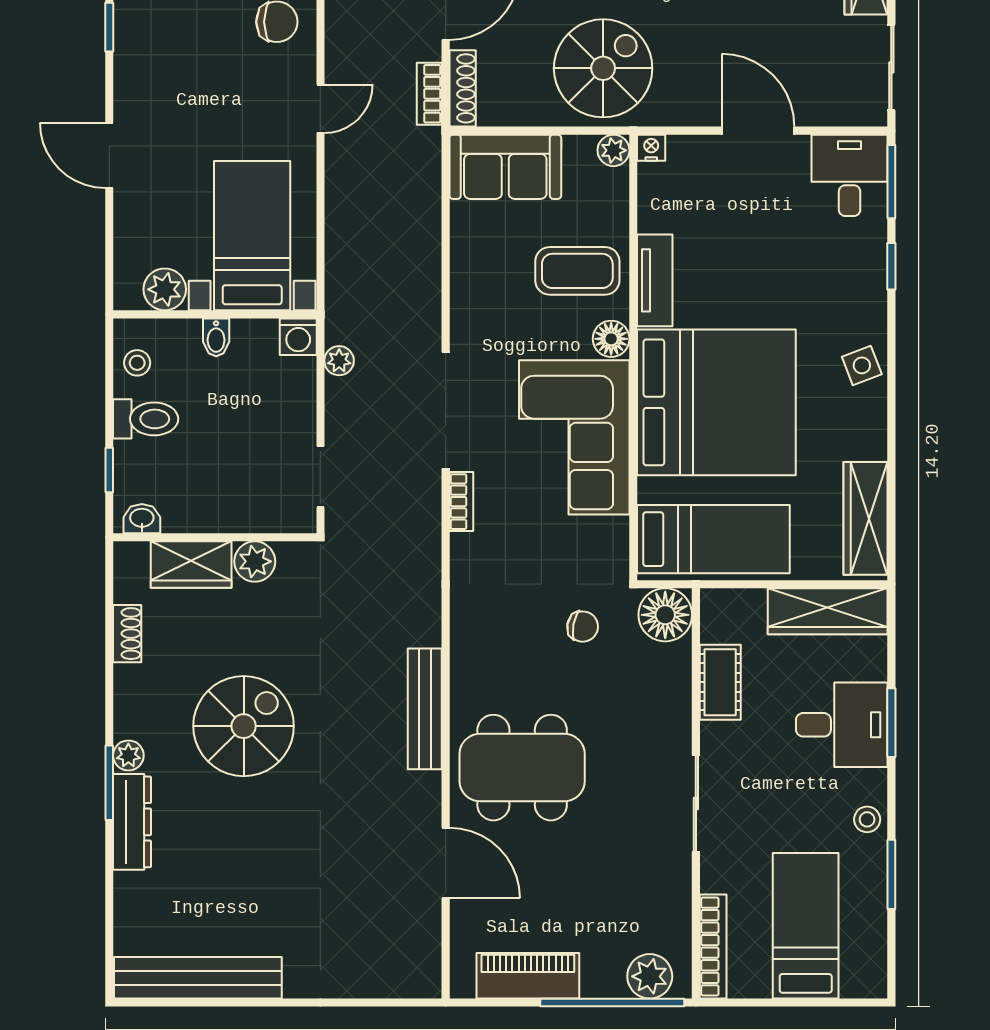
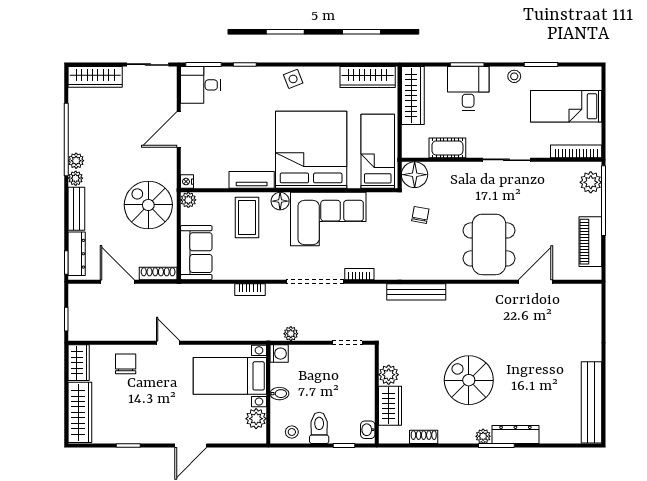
bookcase: (429, 94) -> (250, 290), moved
bench: (425, 709) -> (416, 292), moved

